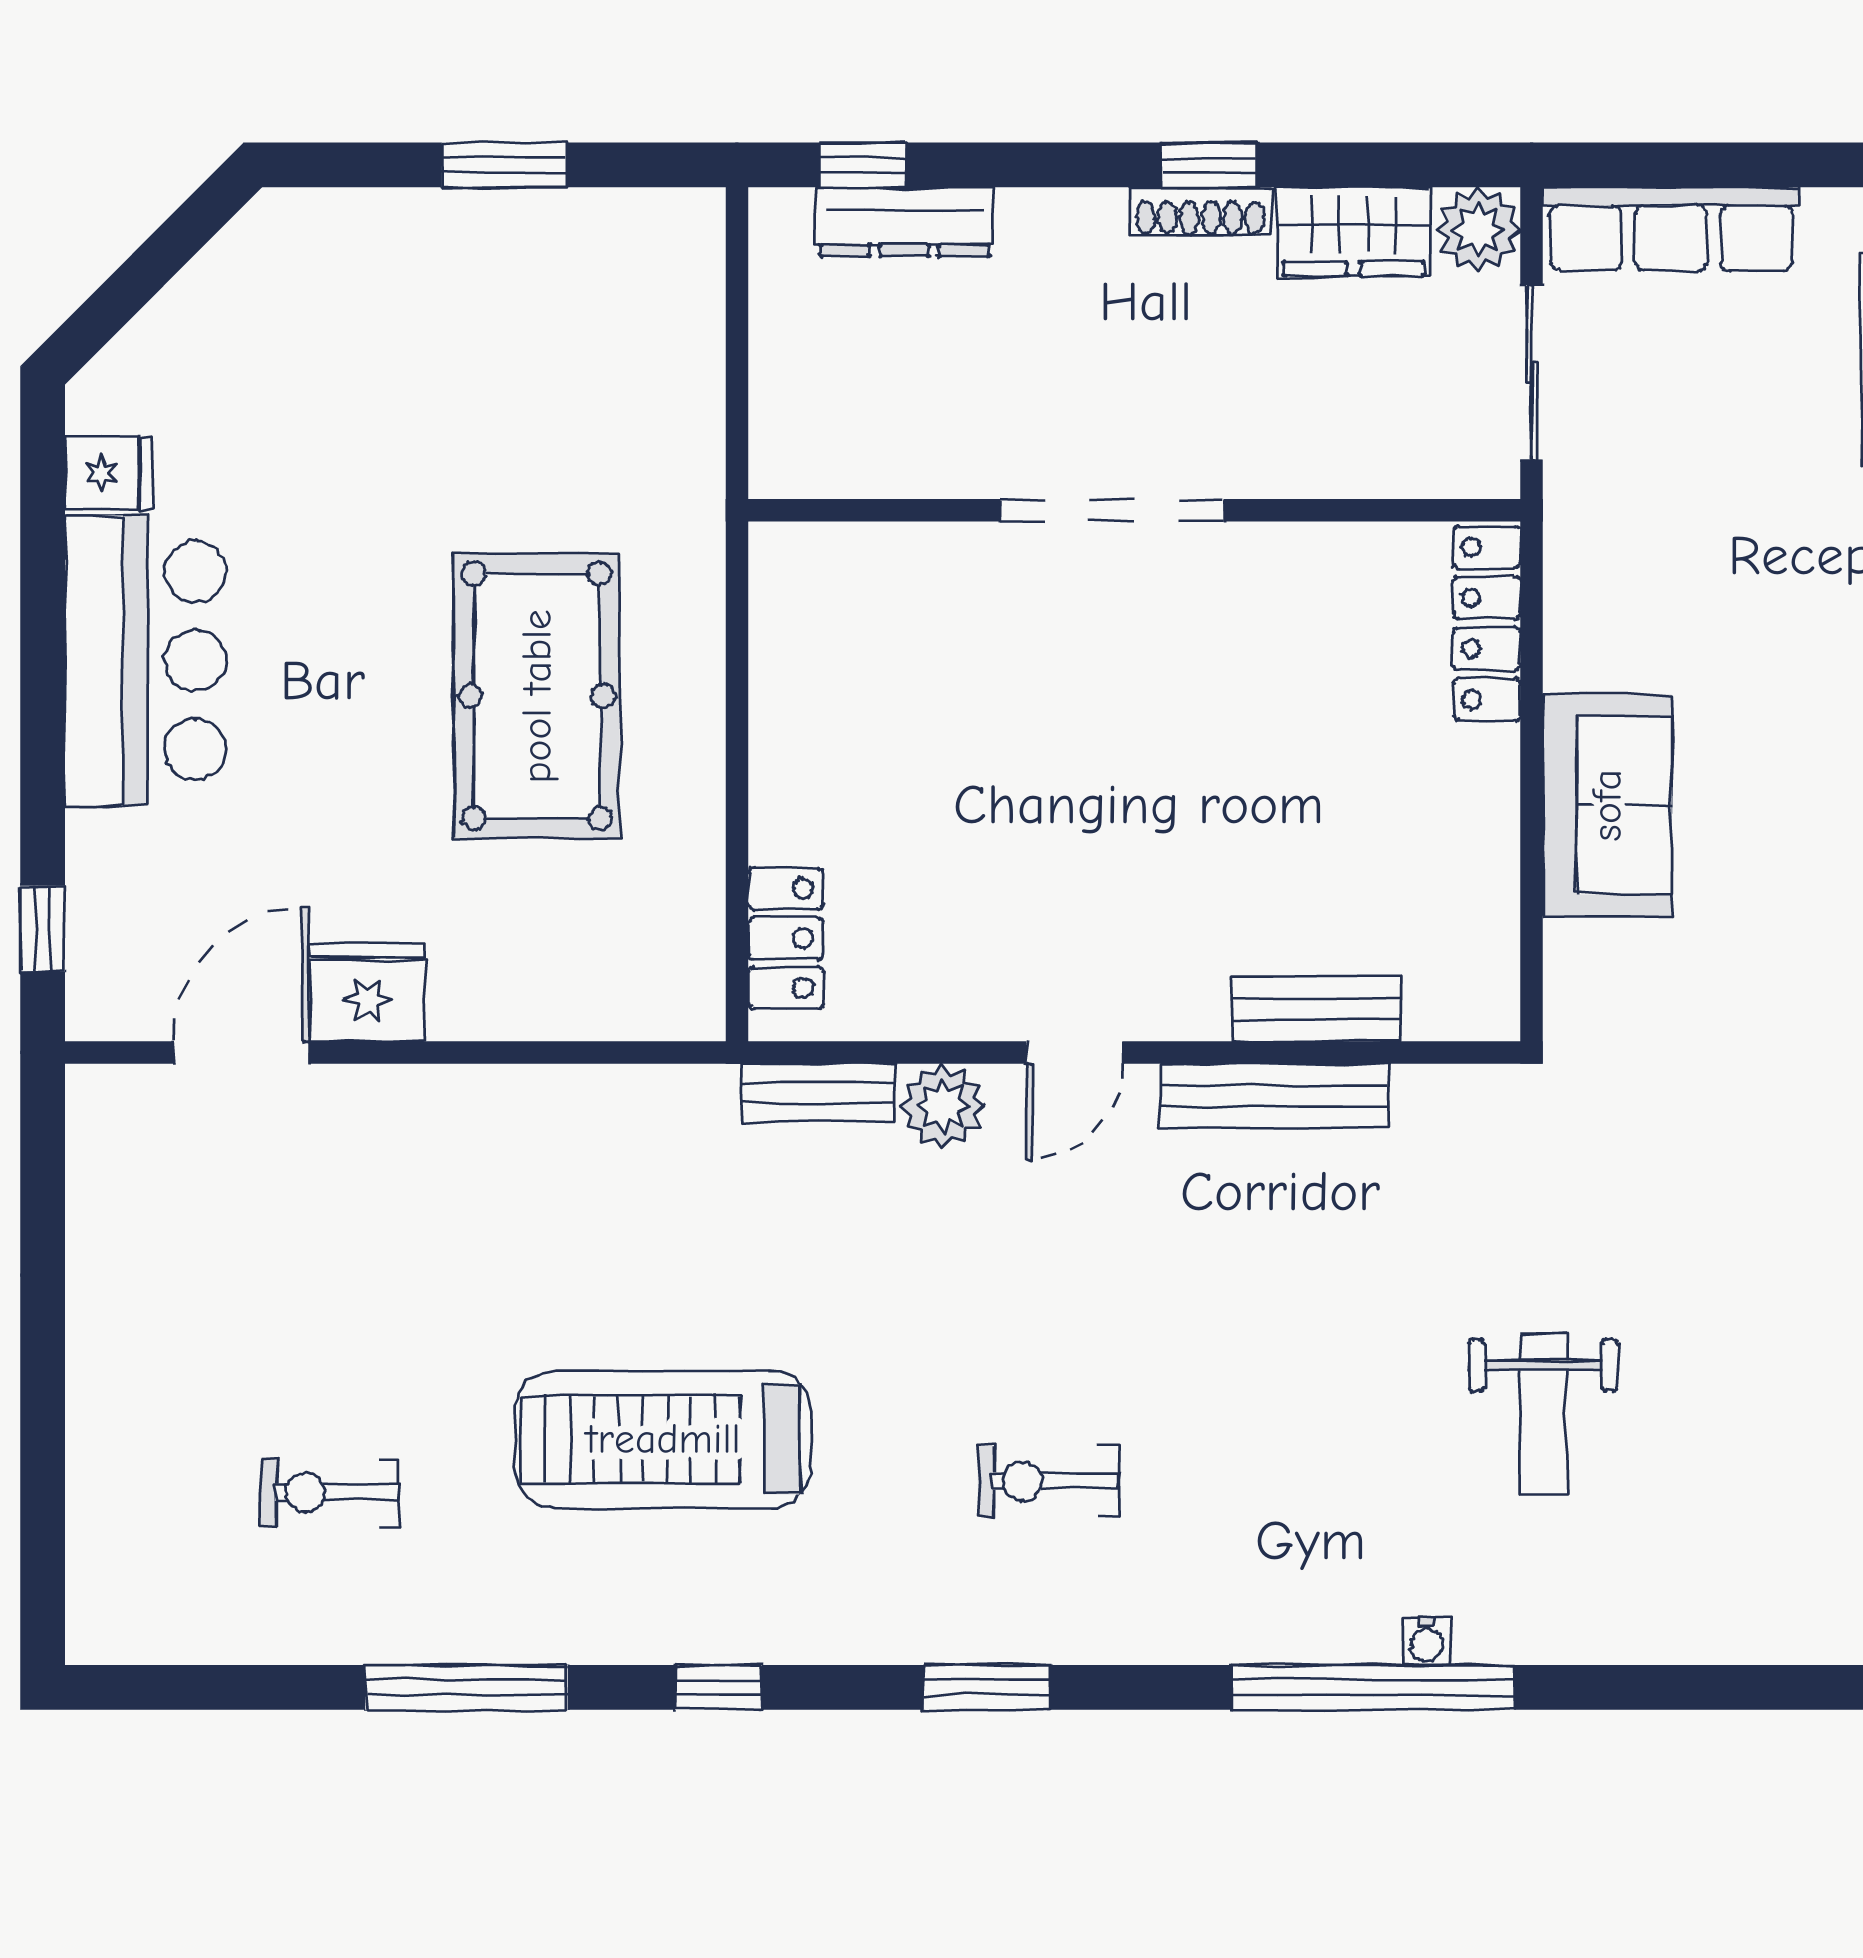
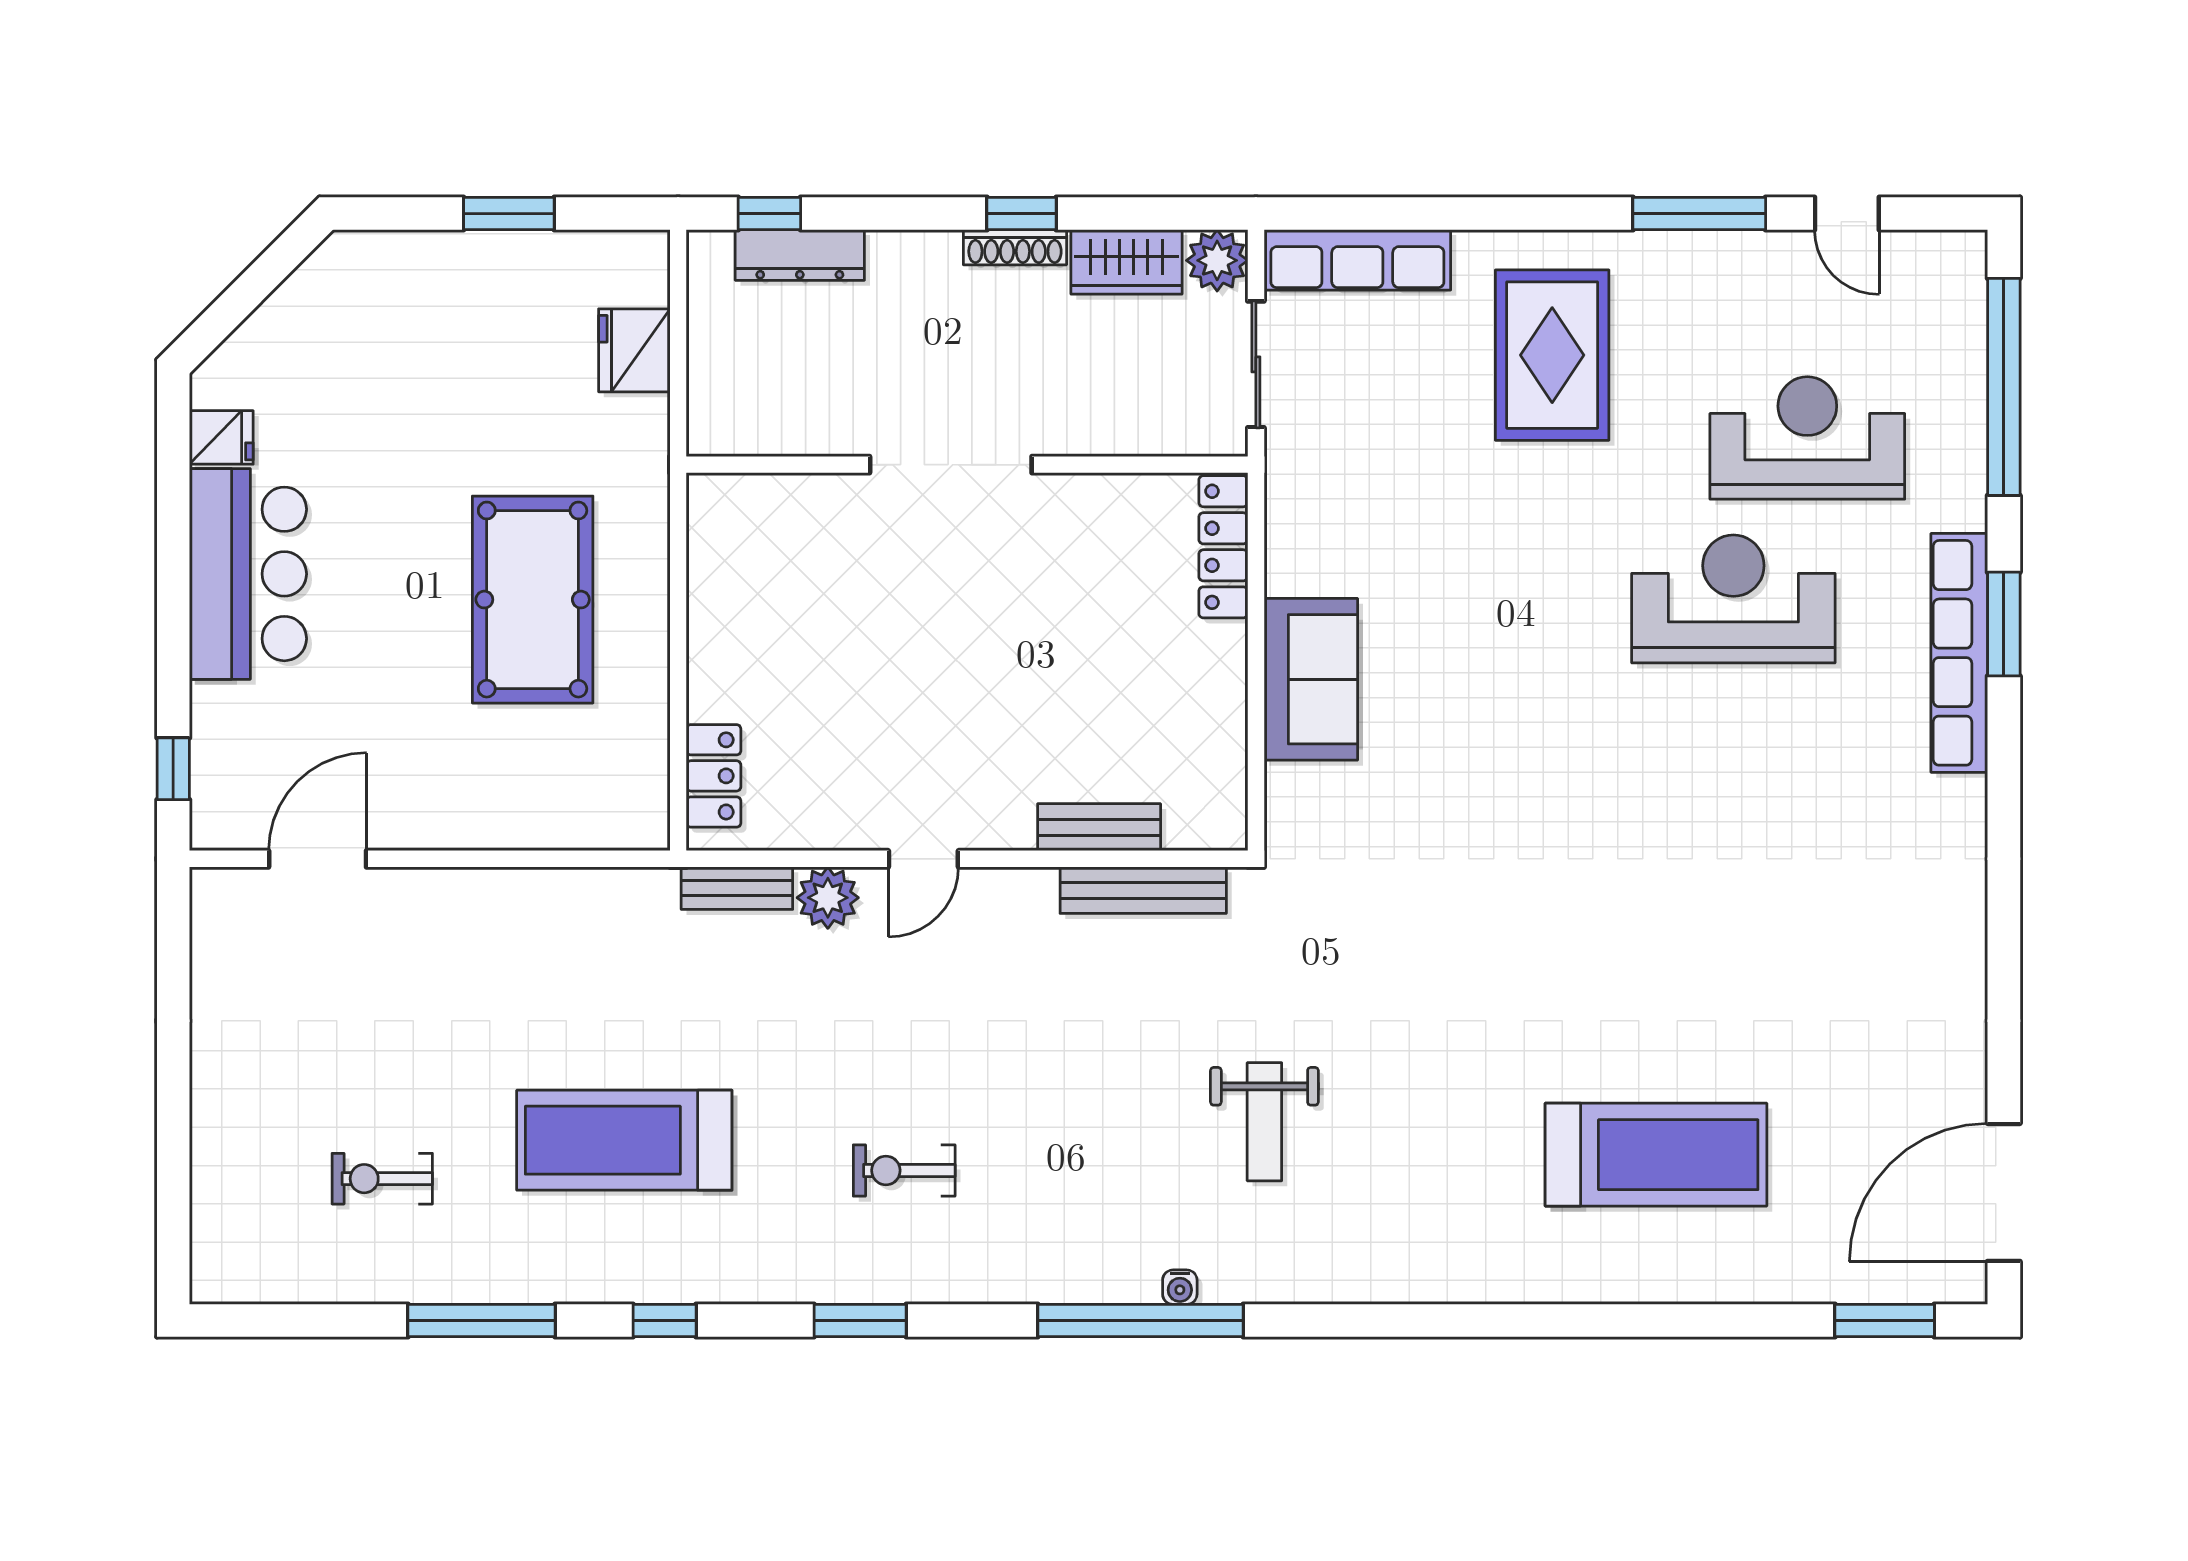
fridge: (367, 992) -> (634, 350), moved, turned -90
bench: (1275, 1096) -> (1143, 890), moved

